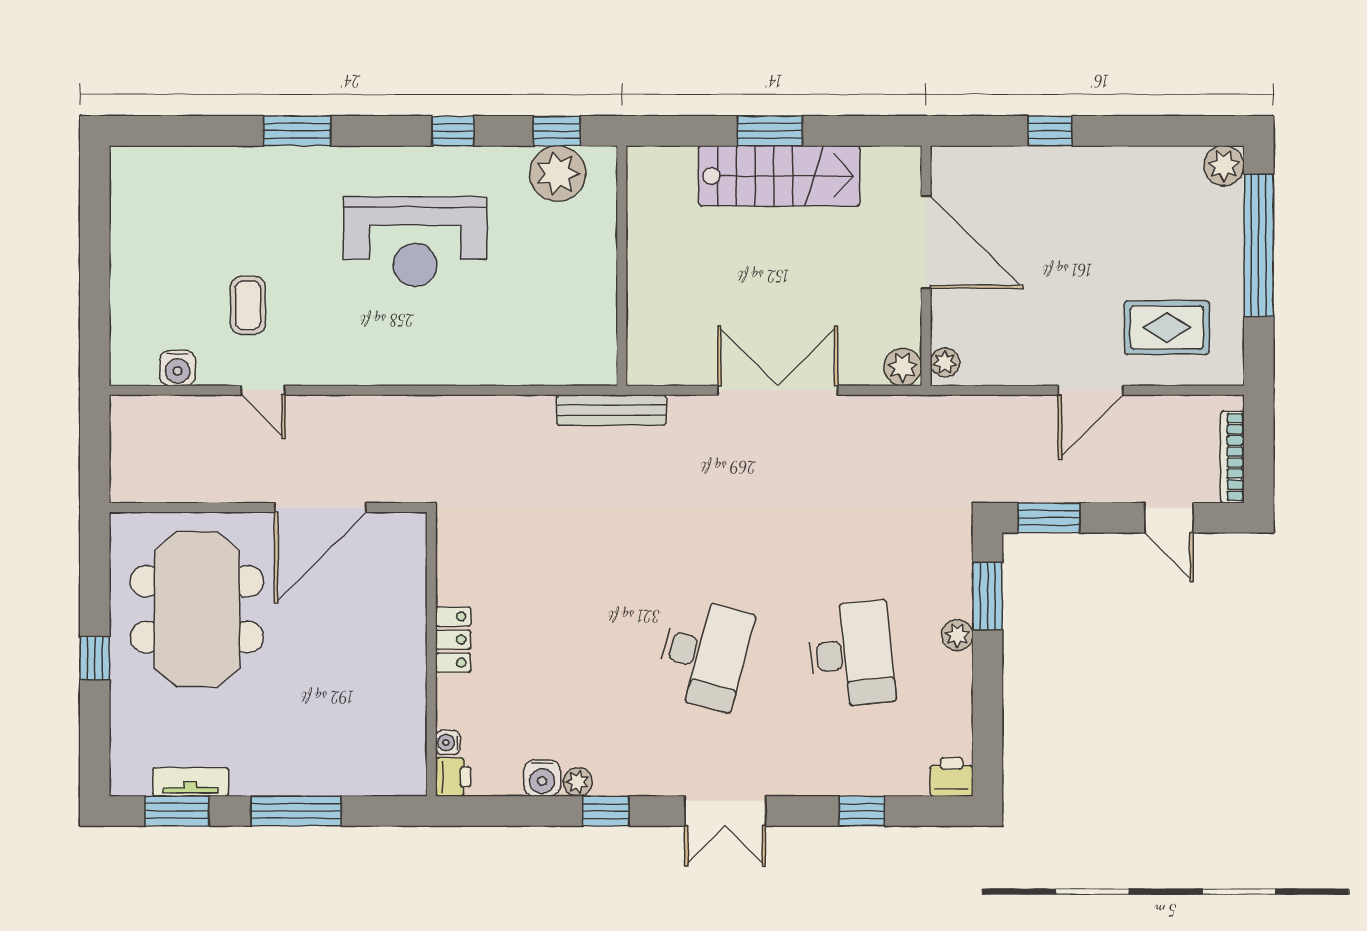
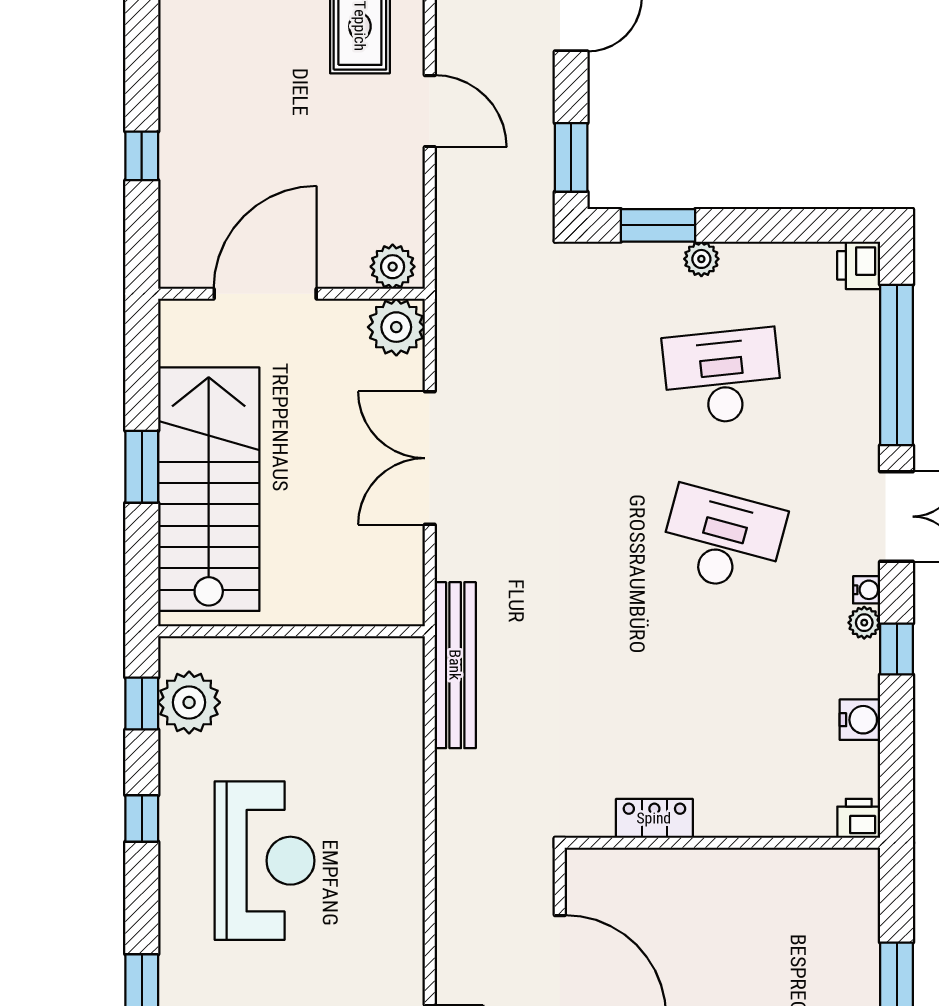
stairs: (779, 176) -> (209, 489), width x1.36, depth x1.51
plant: (945, 362) -> (393, 267), width x1.38, depth x1.38
plant: (903, 367) -> (396, 327), width x1.36, depth x1.36
bench: (611, 410) -> (455, 665), width x1.37, depth x1.21
locker: (453, 640) -> (654, 818), moved
water cooler: (448, 742) -> (867, 590), moved, turned -90
plant: (578, 782) -> (864, 623), moved
window: (862, 811) -> (897, 365), width x3.17

